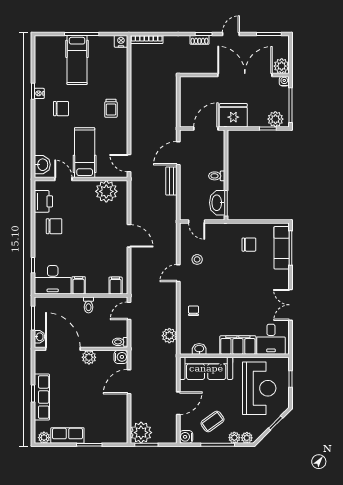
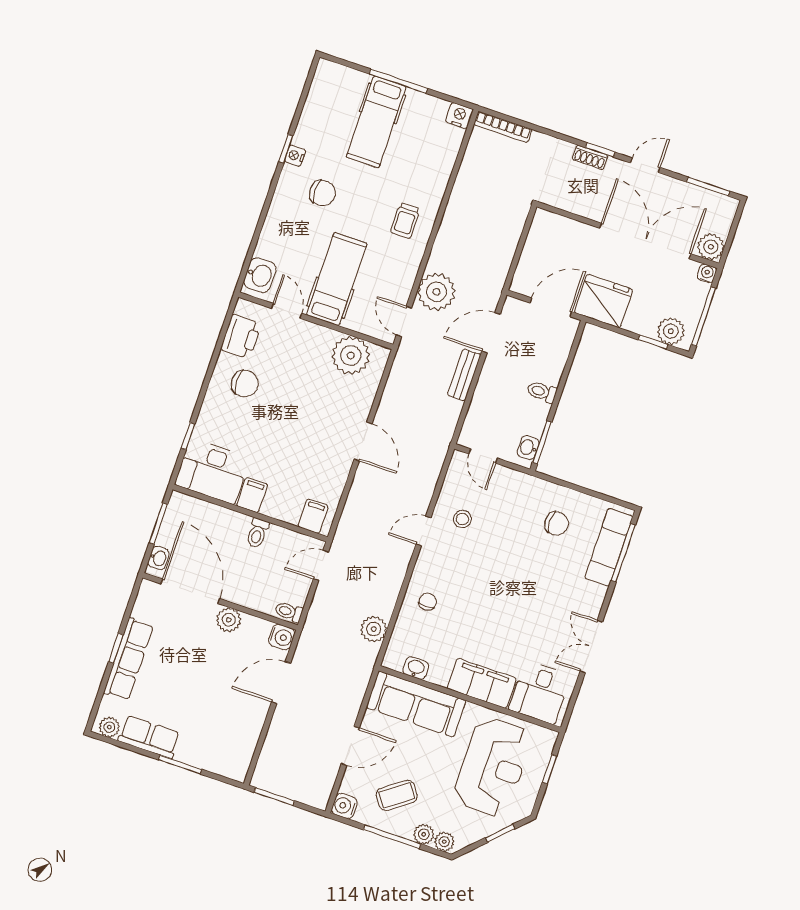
washbasin: (217, 203) -> (528, 448), width x0.52, depth x0.69
plant: (141, 433) -> (436, 292), moved

